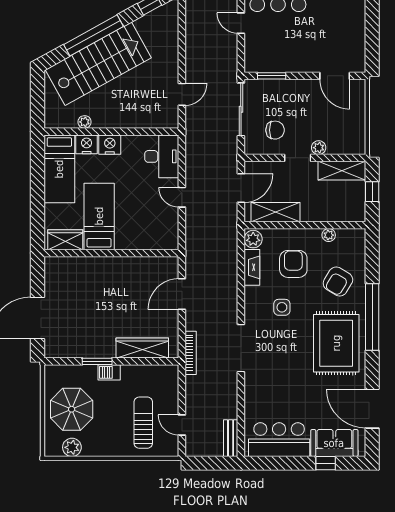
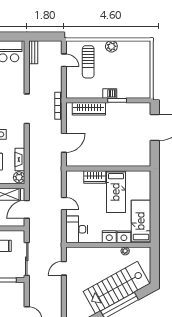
wardrobe: (65, 240) -> (95, 177), moved
parasol: (72, 409) -> (133, 70), removed
plant: (72, 447) -> (111, 46), moved

